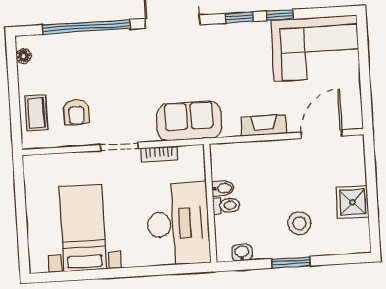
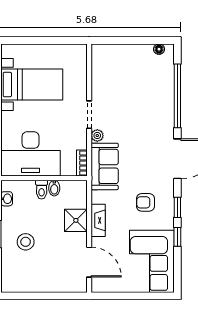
armchair: (76, 112) -> (145, 202), moved
coffee table: (36, 113) -> (117, 56), removed
plant: (147, 134) -> (97, 136), added
bookcase: (159, 154) -> (82, 163), moved
shower: (352, 202) -> (76, 220), moved

